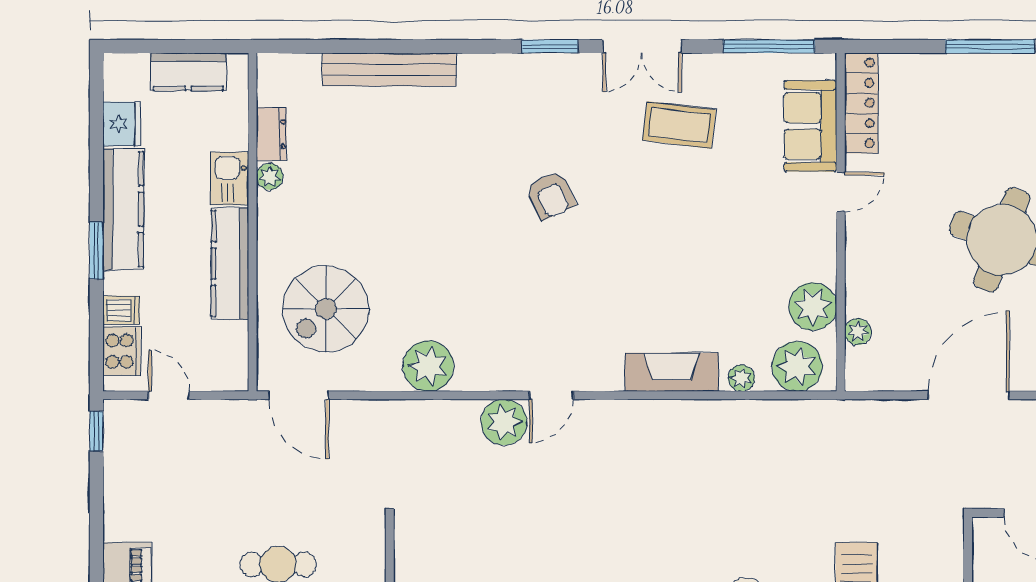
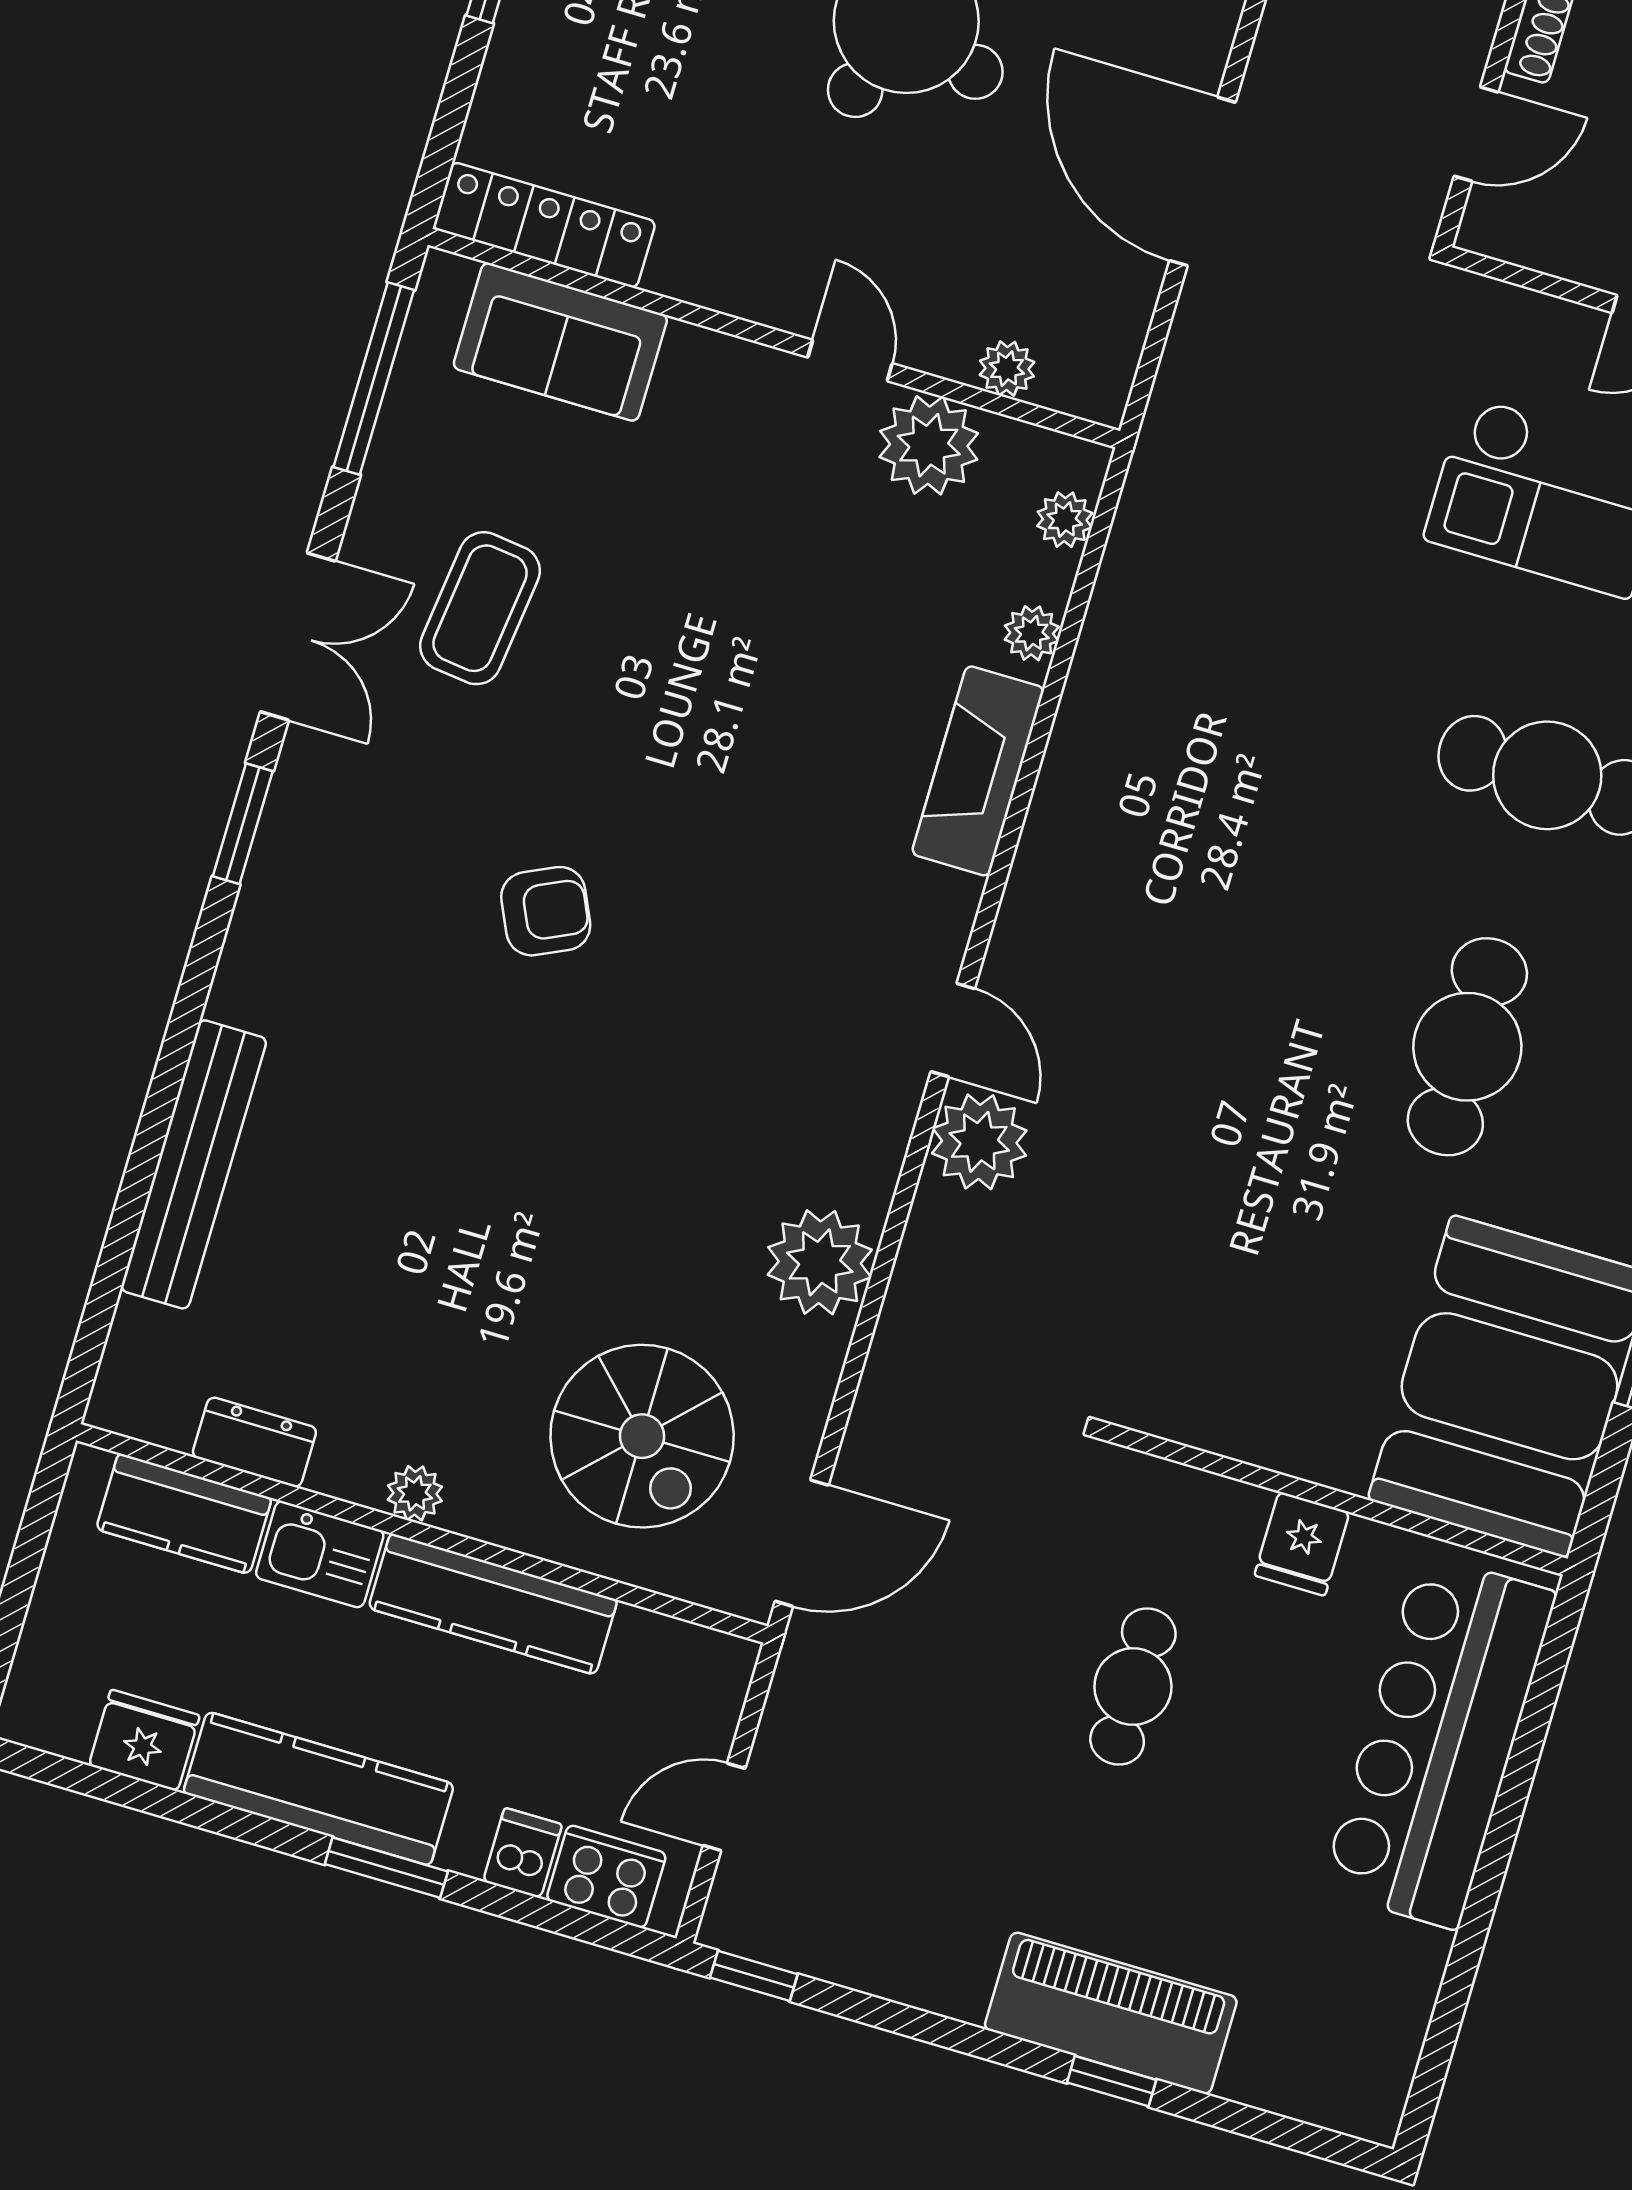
kitchen counter: (188, 72) -> (184, 1514), moved, turned 90
plant: (270, 177) -> (415, 1493), moved
door: (841, 192) -> (850, 360), moved
plant: (797, 366) -> (1065, 520), width x0.53, depth x0.53

